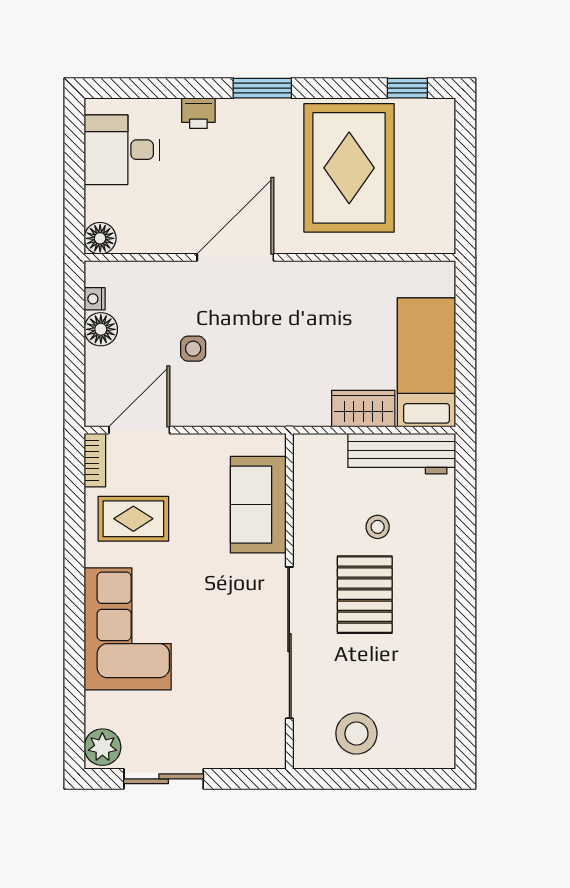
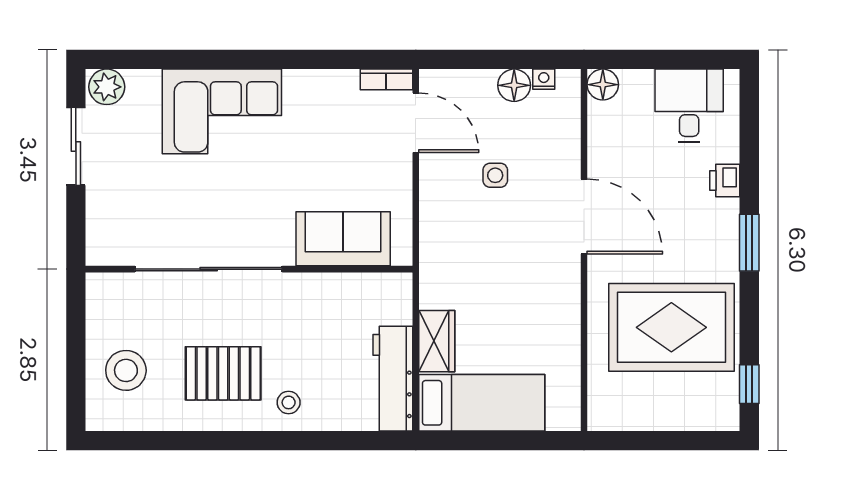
rug: (133, 519) -> (329, 117), removed
stool: (378, 527) -> (289, 402), moved
pallet: (365, 595) -> (223, 373), moved
stool: (356, 734) -> (126, 370), moved

